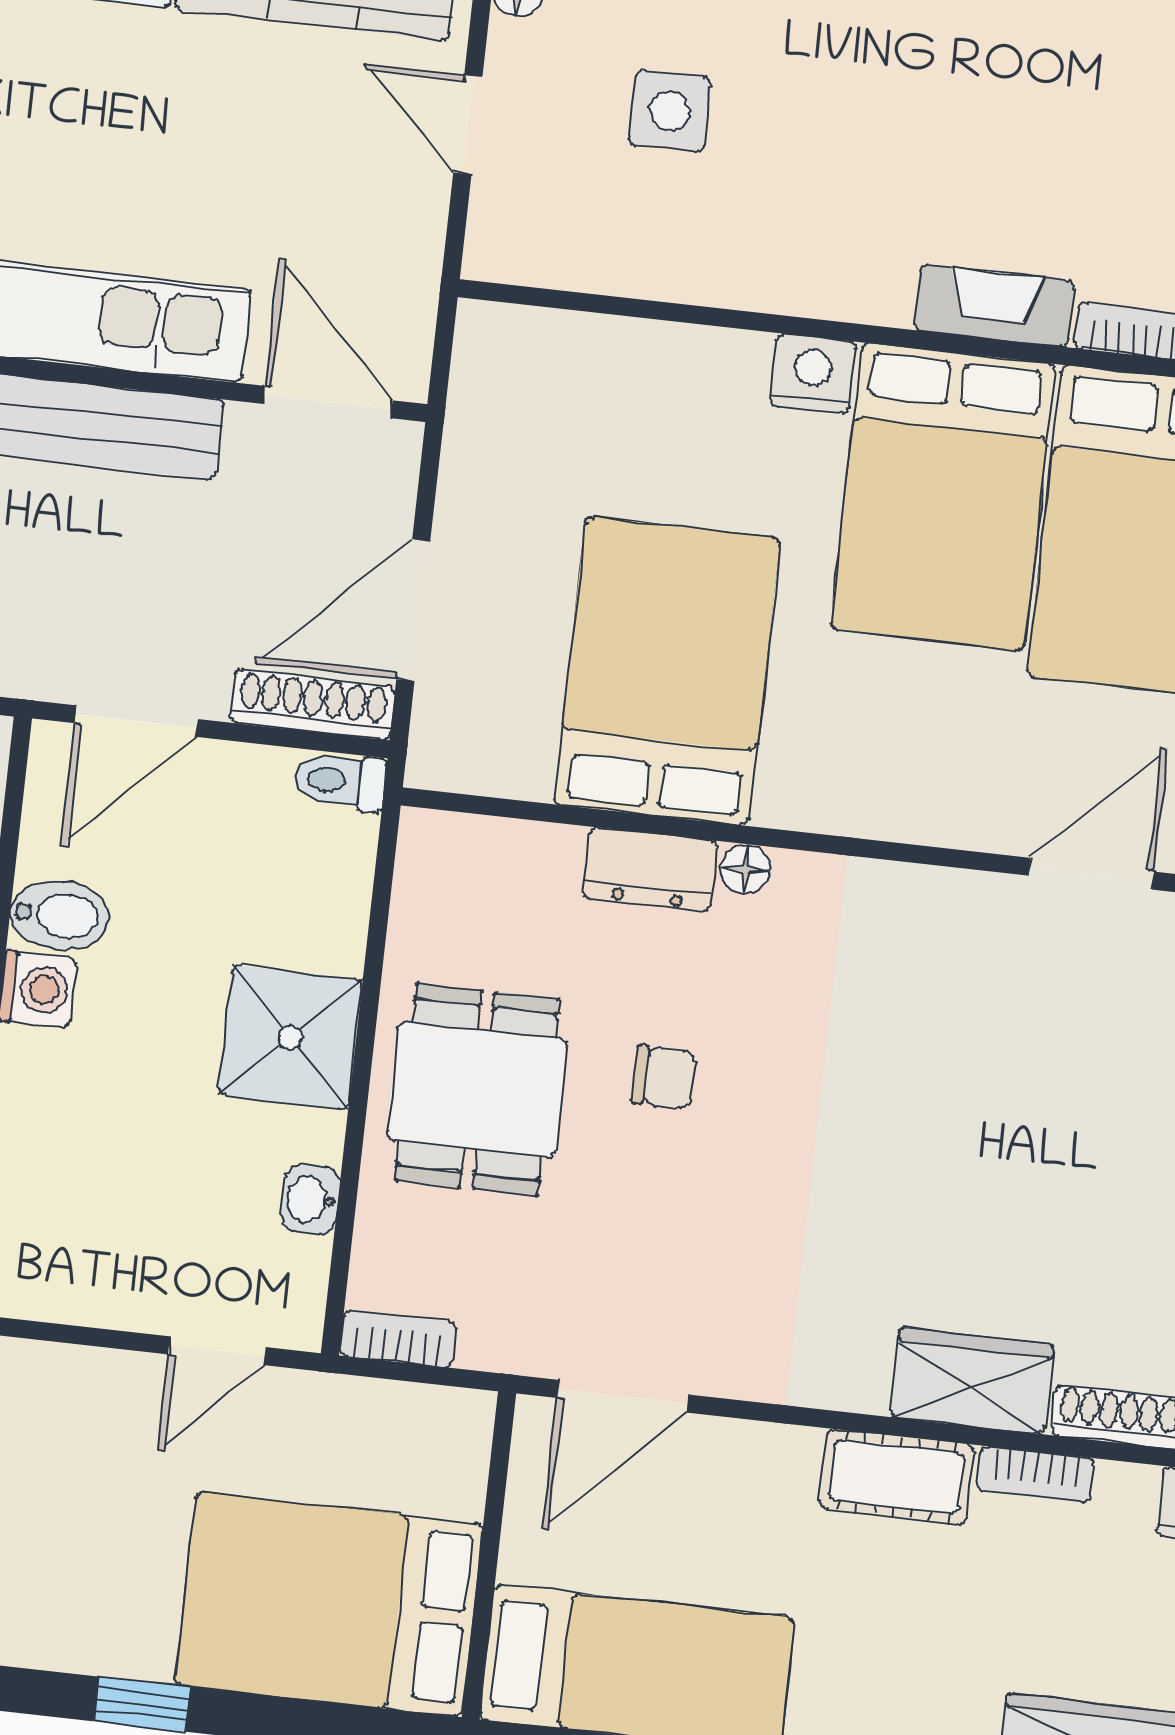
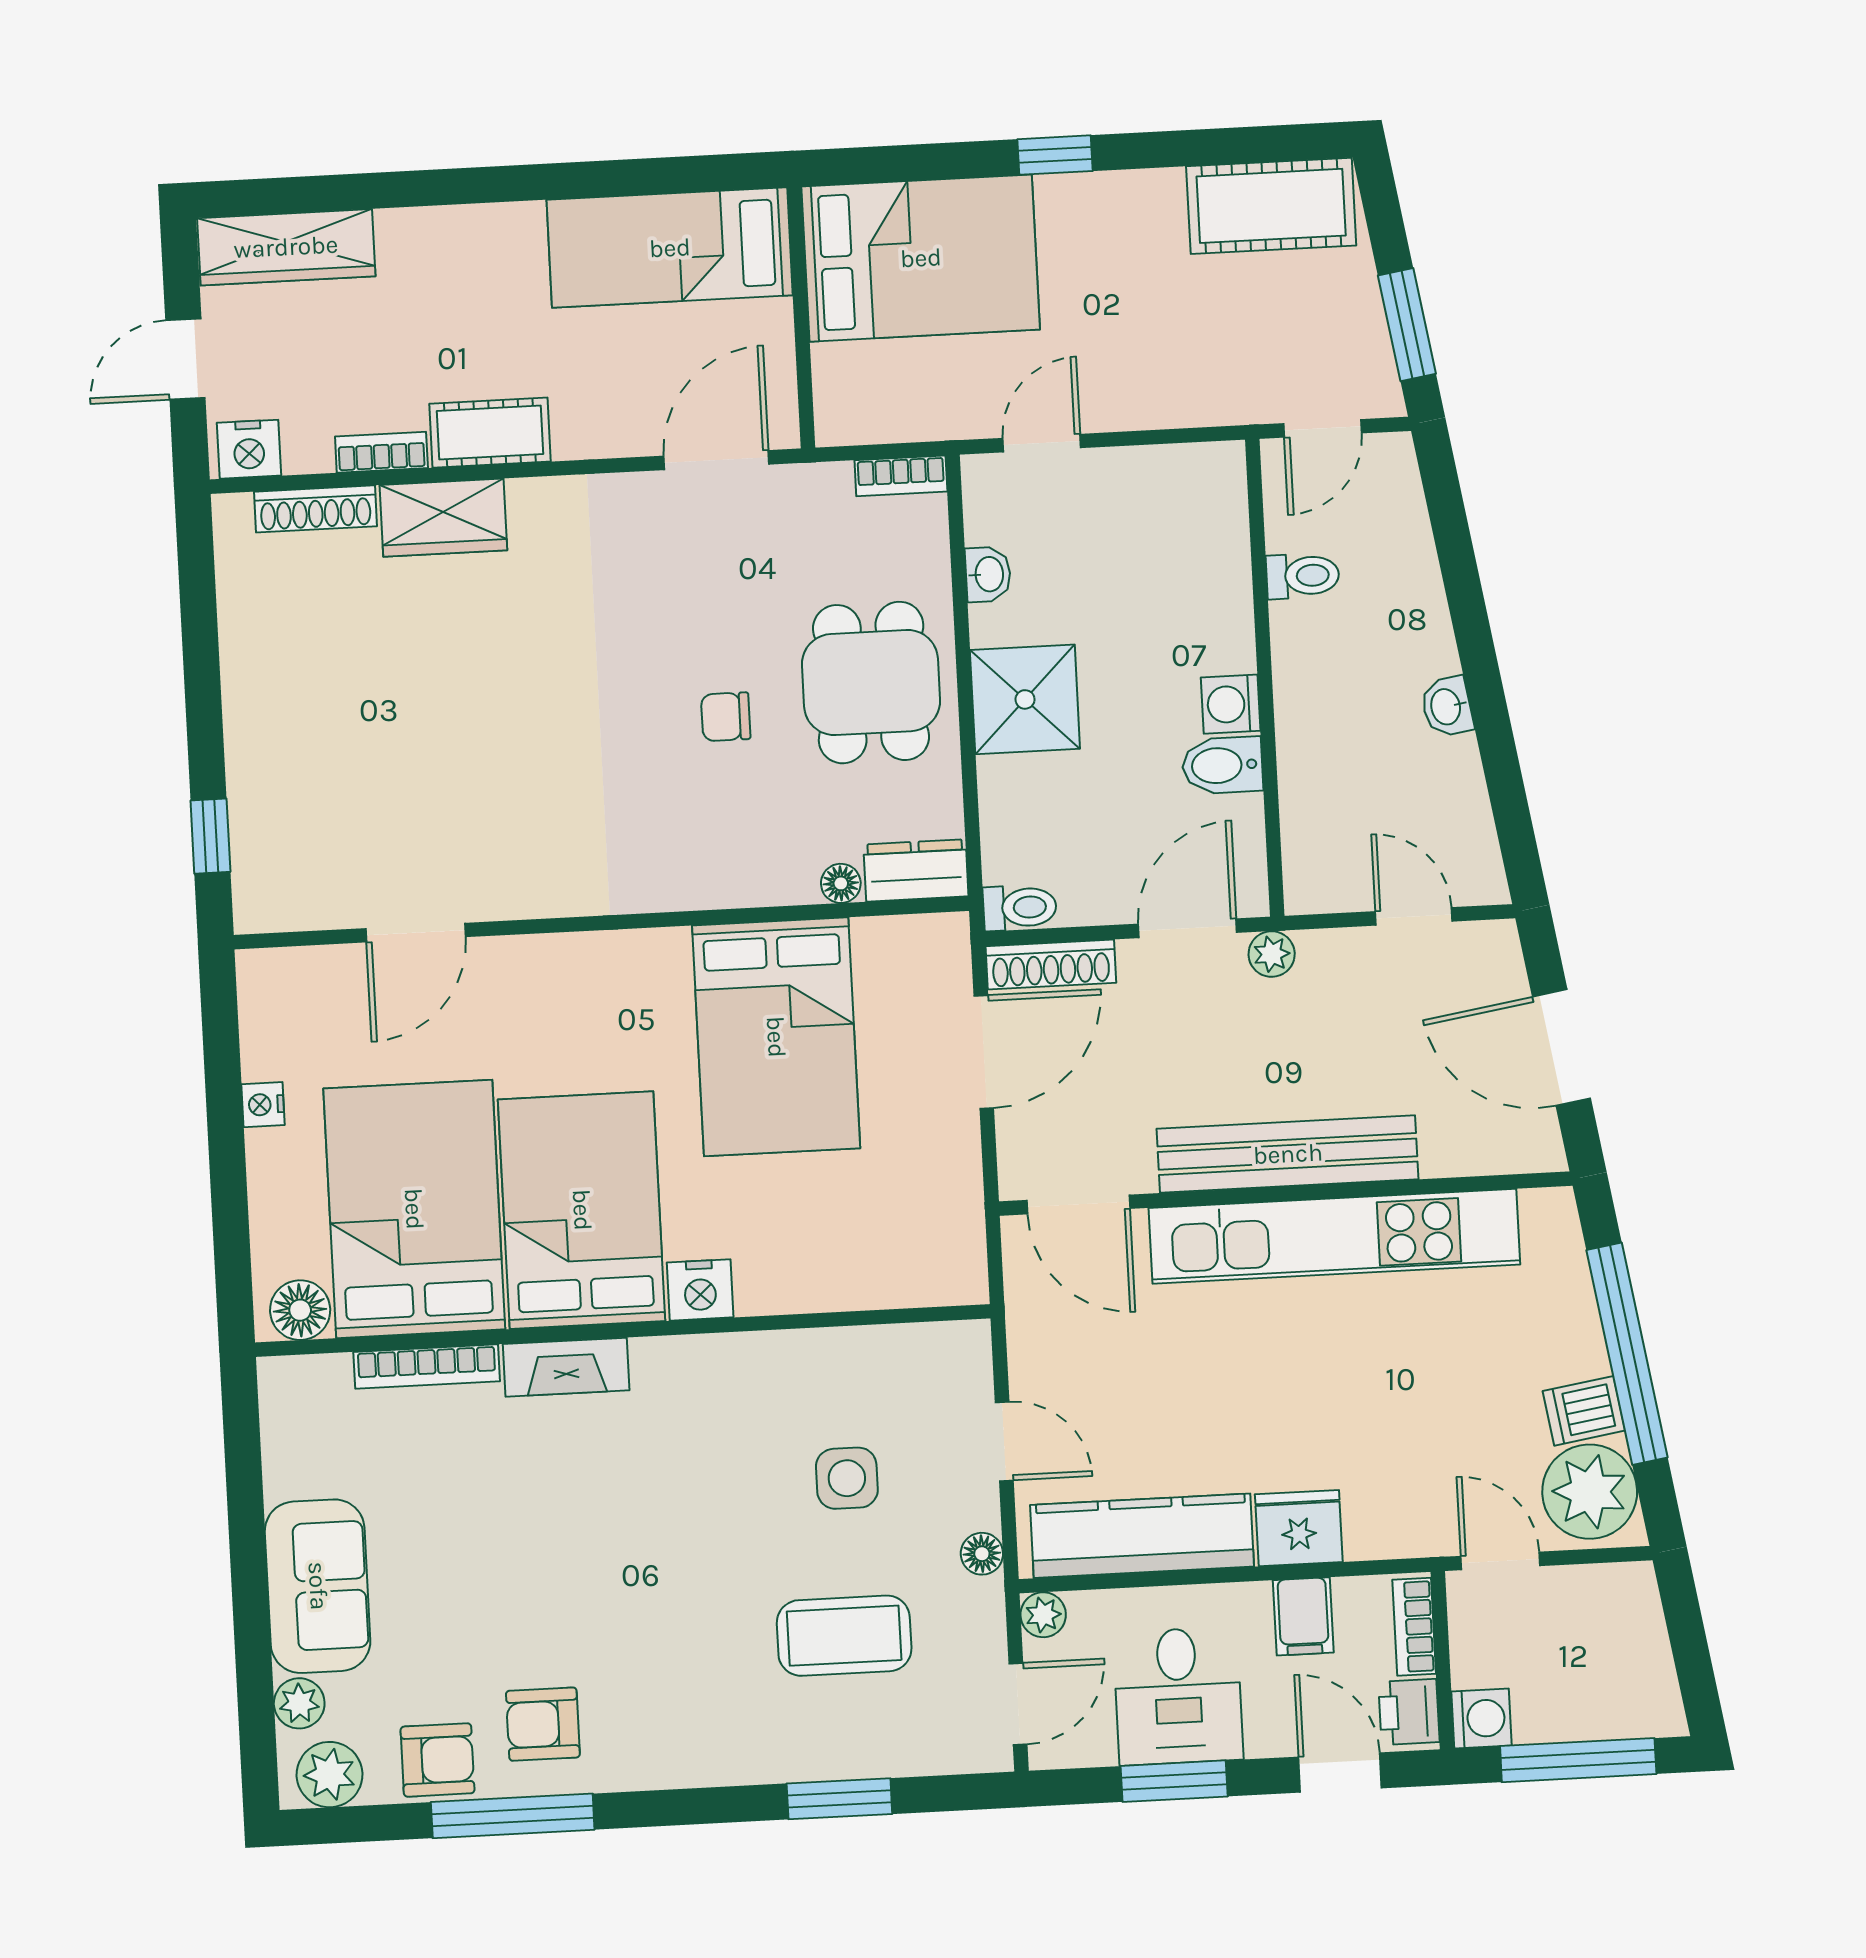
plant: (38, 672) -> (1272, 954), added
floor lamp: (745, 869) -> (841, 883), moved
dresser: (650, 870) -> (916, 870), moved

